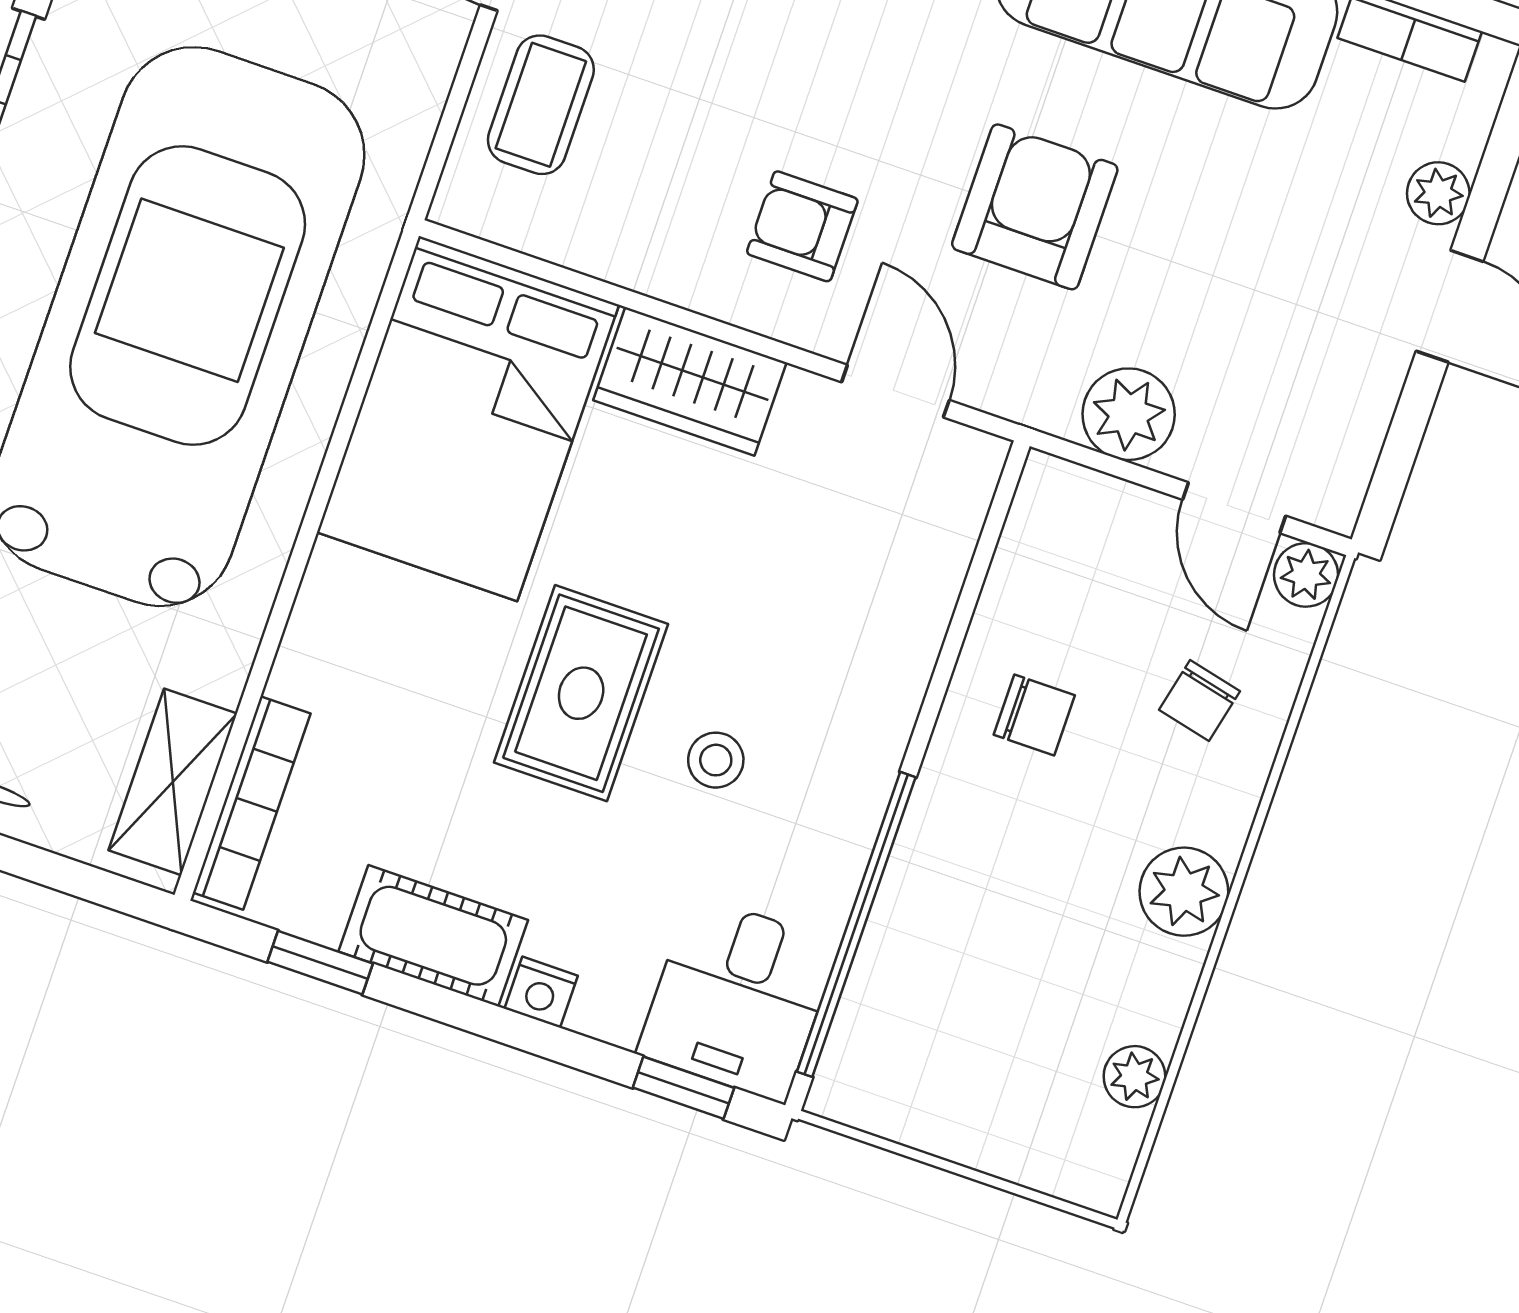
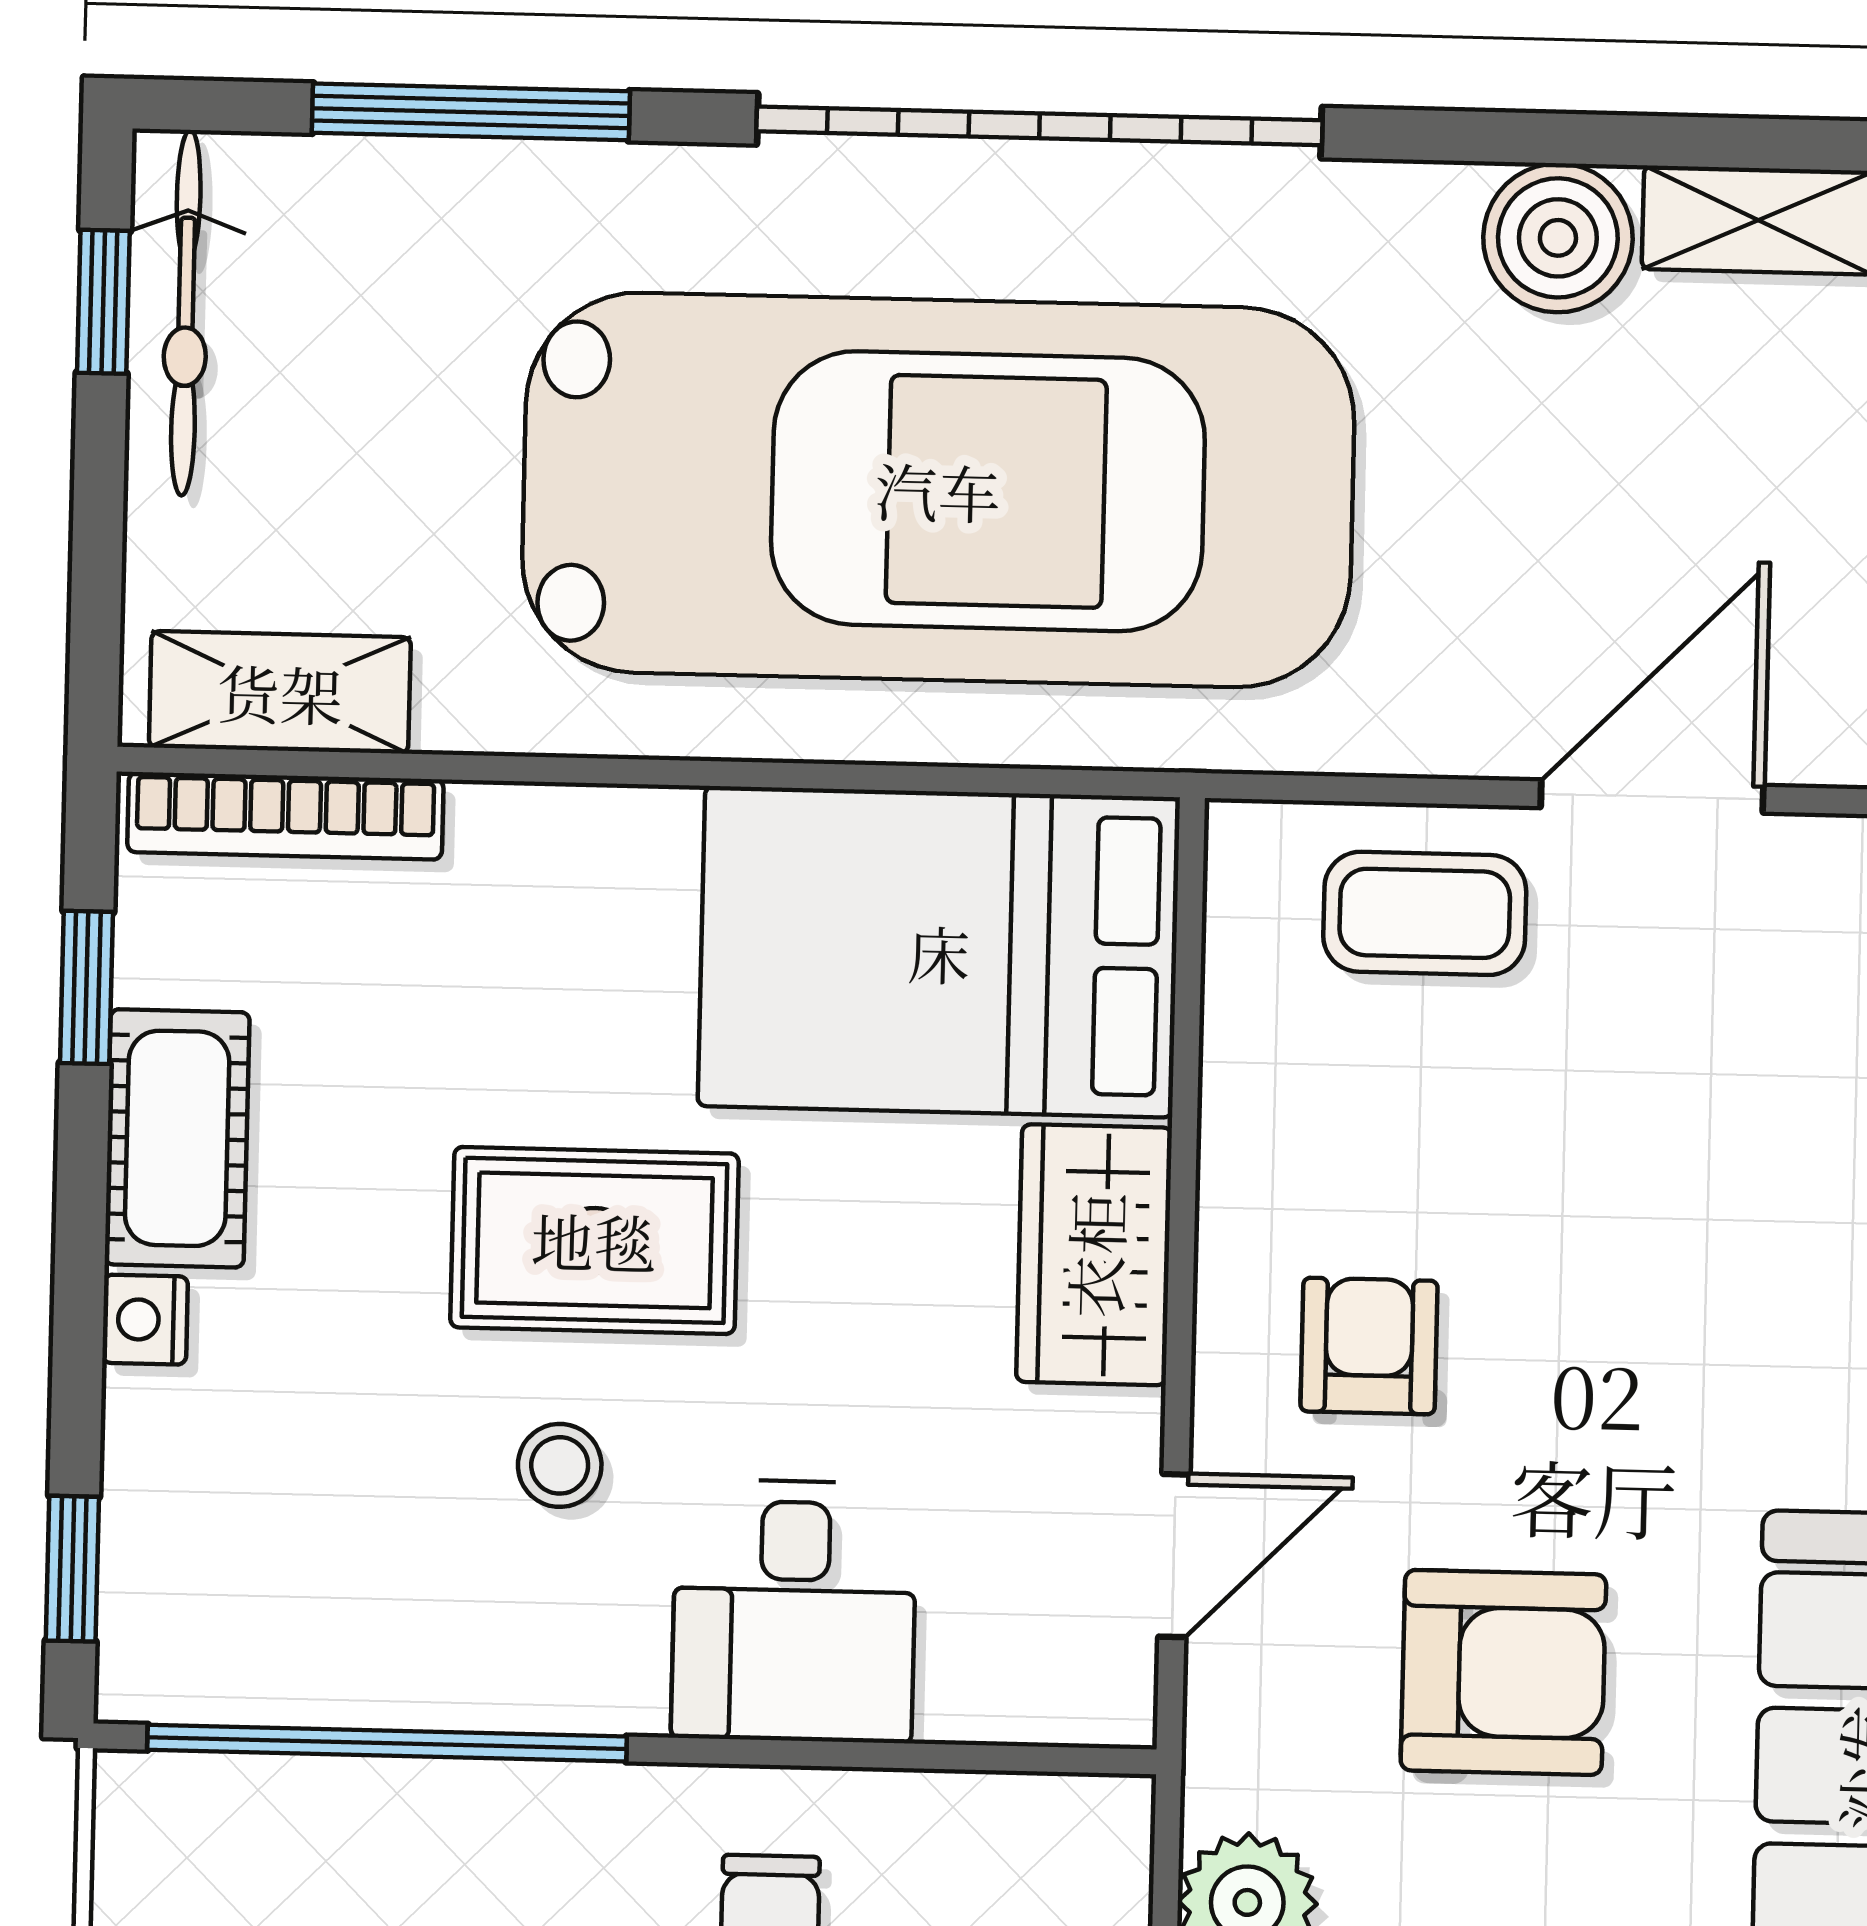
desk: (738, 999) -> (794, 1611), moved, turned -90

